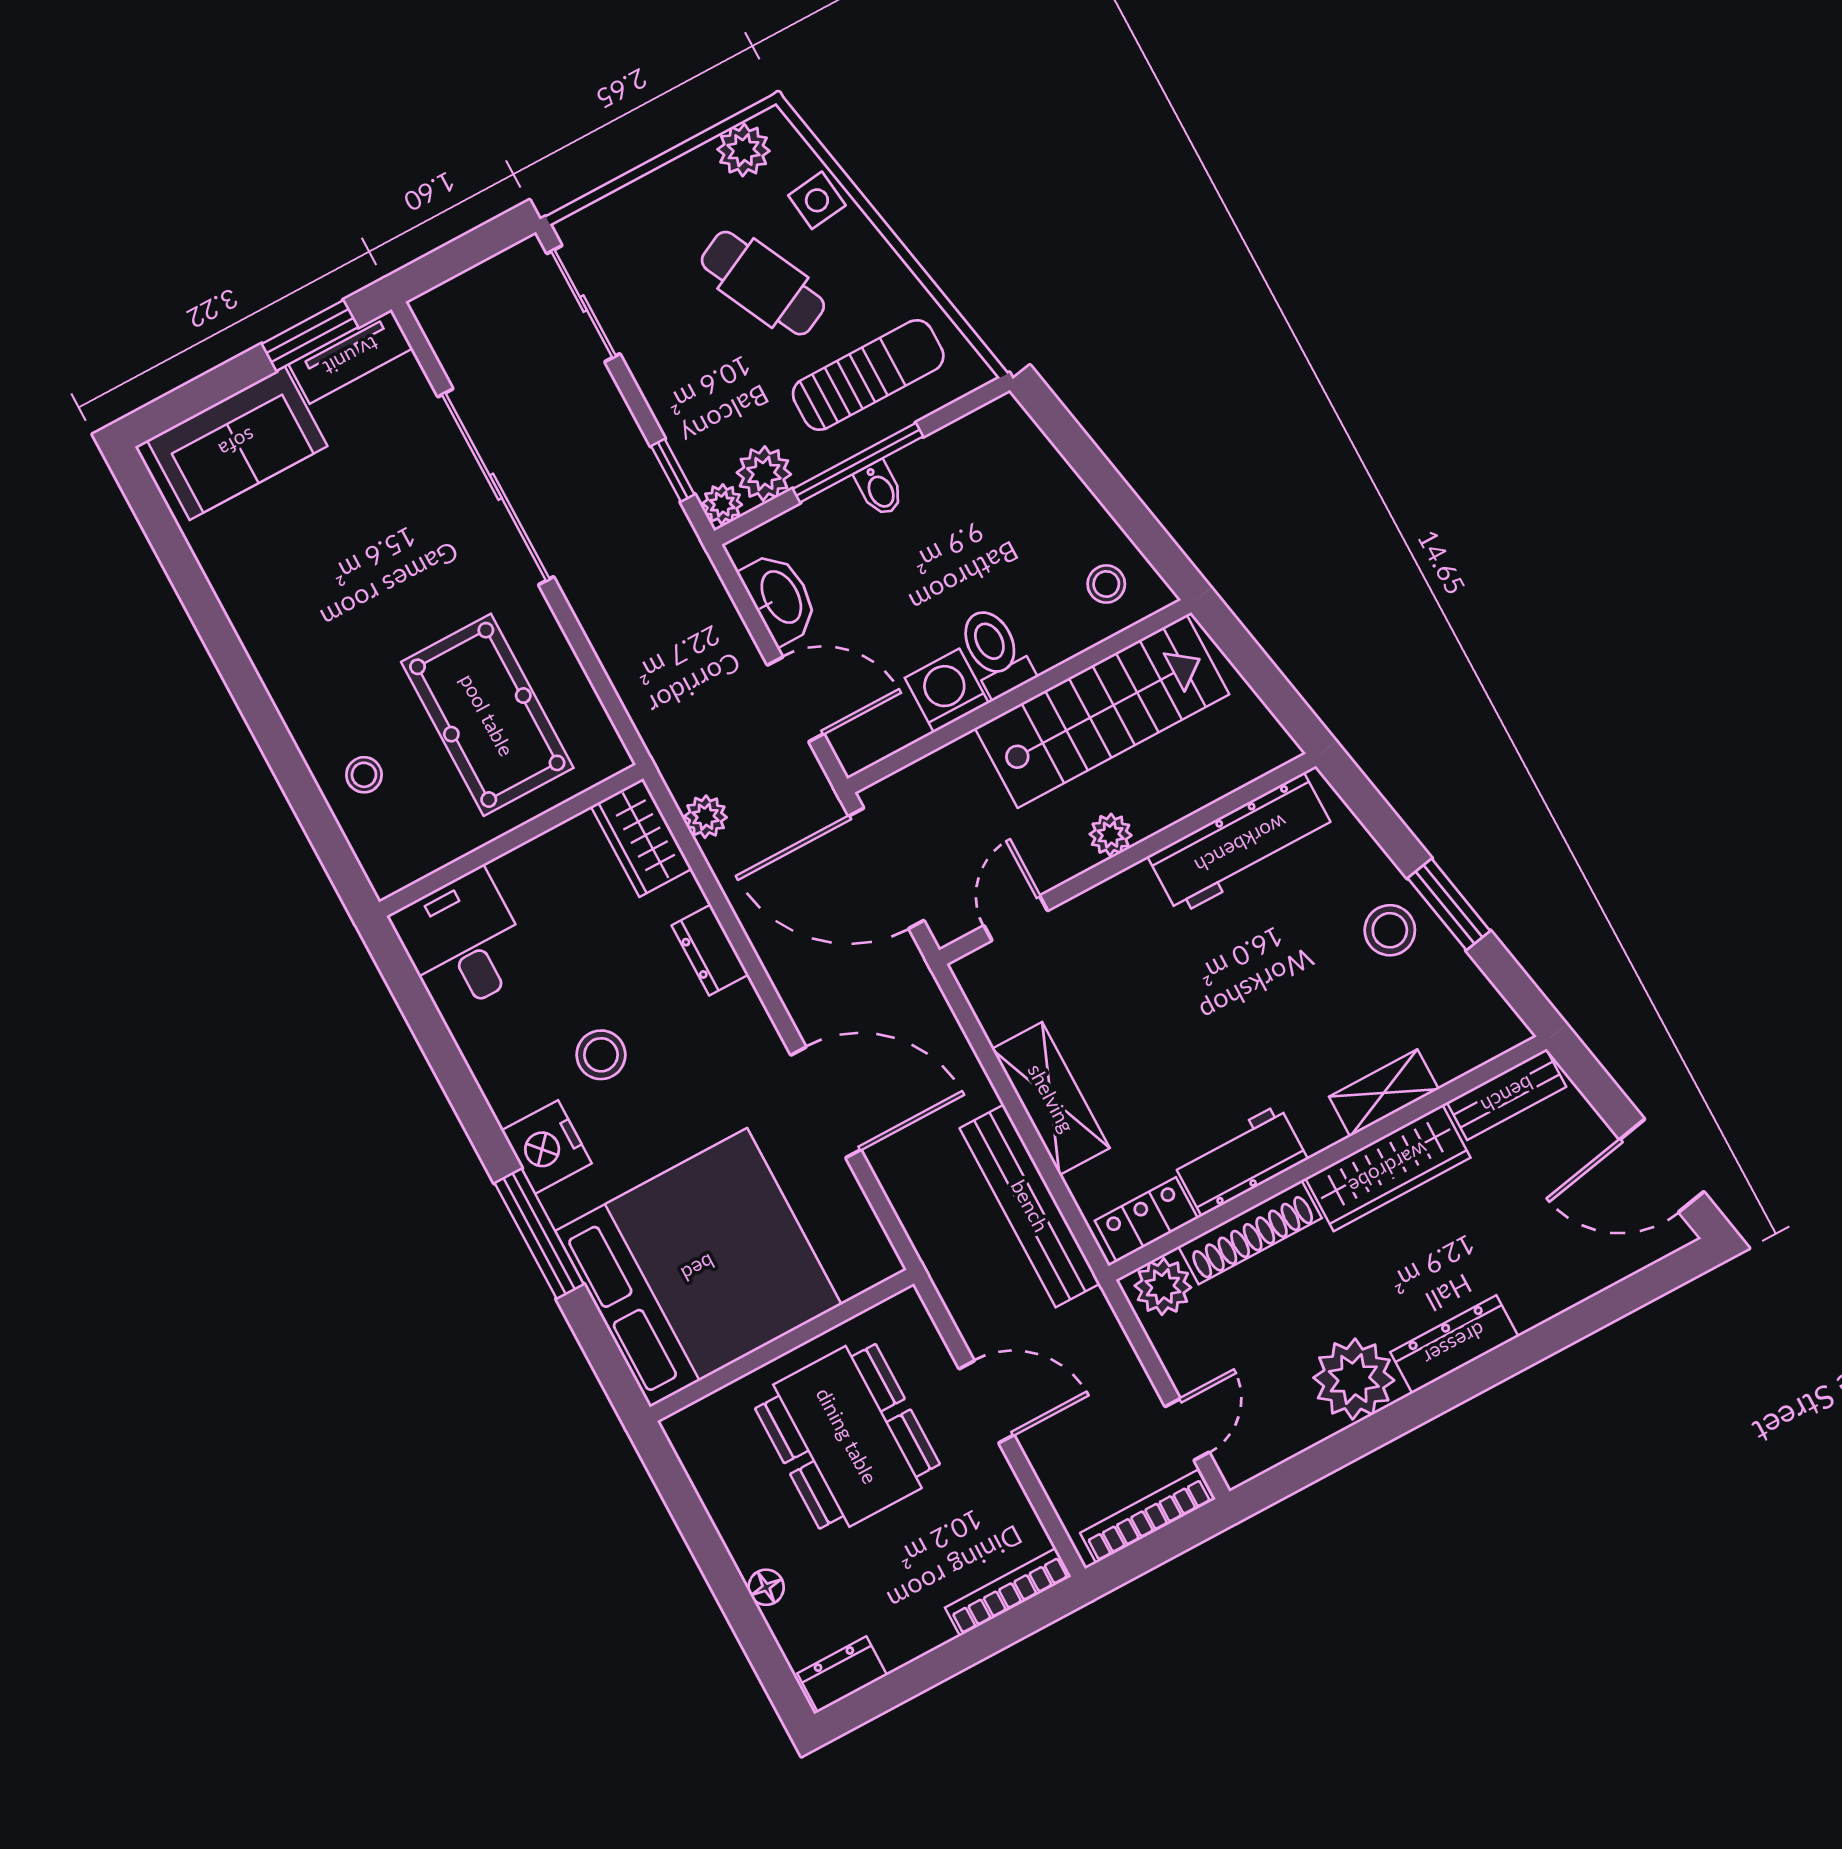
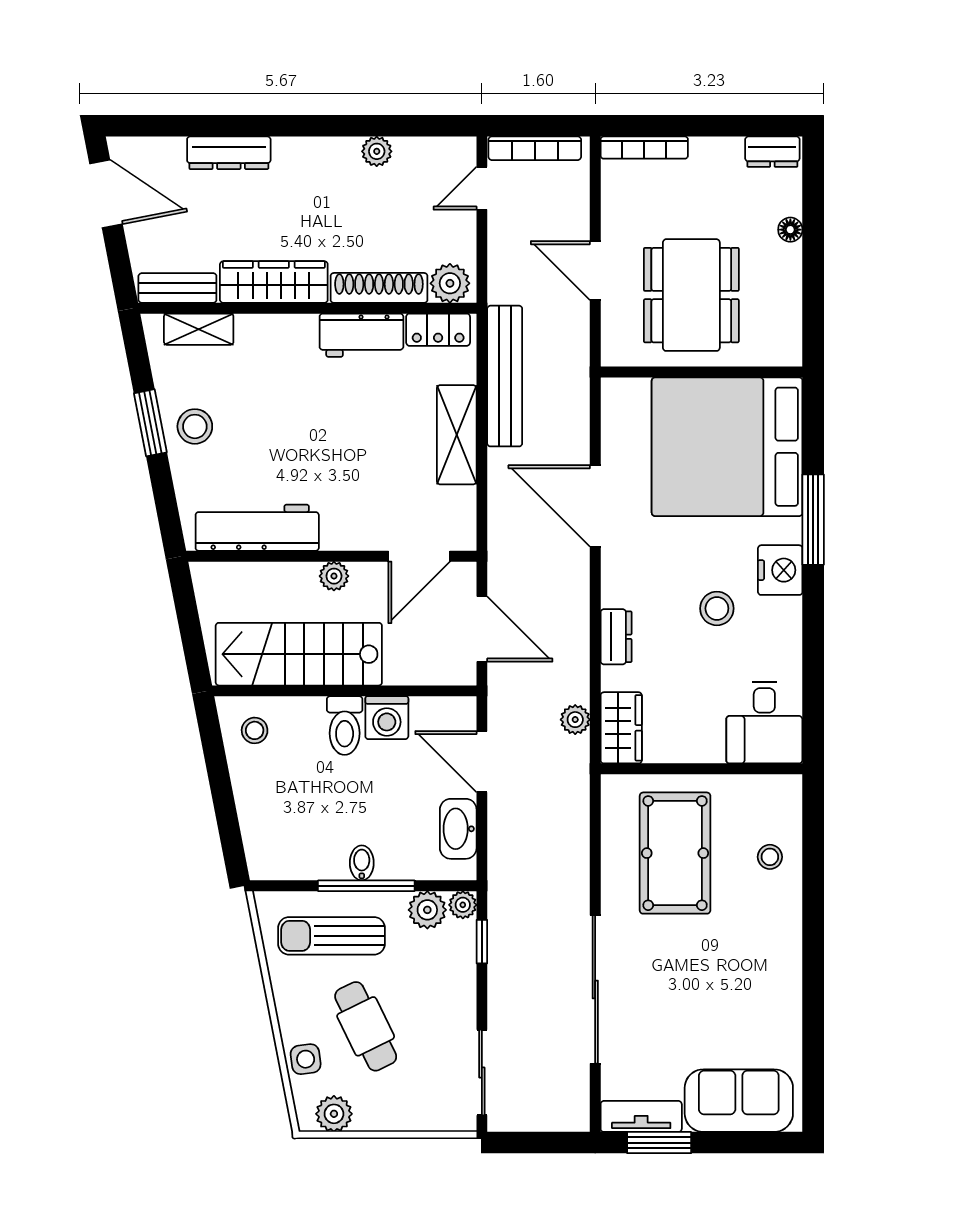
door: (886, 868) -> (482, 629), width x0.73
door: (1016, 918) -> (419, 556), width x1.38
shelving: (1384, 1093) -> (199, 329), moved
dresser: (1454, 1344) -> (229, 153), moved
plant: (1354, 1379) -> (377, 151), width x0.53, depth x0.53

